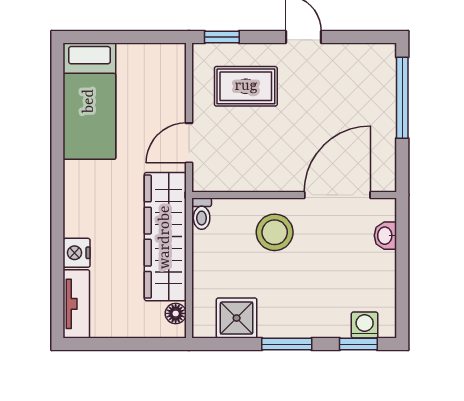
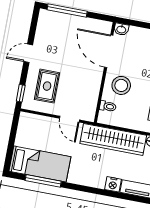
window: (57, 114) -> (43, 181), added
toilet: (202, 214) -> (108, 106), moved
washbasin: (385, 236) -> (121, 29), moved

